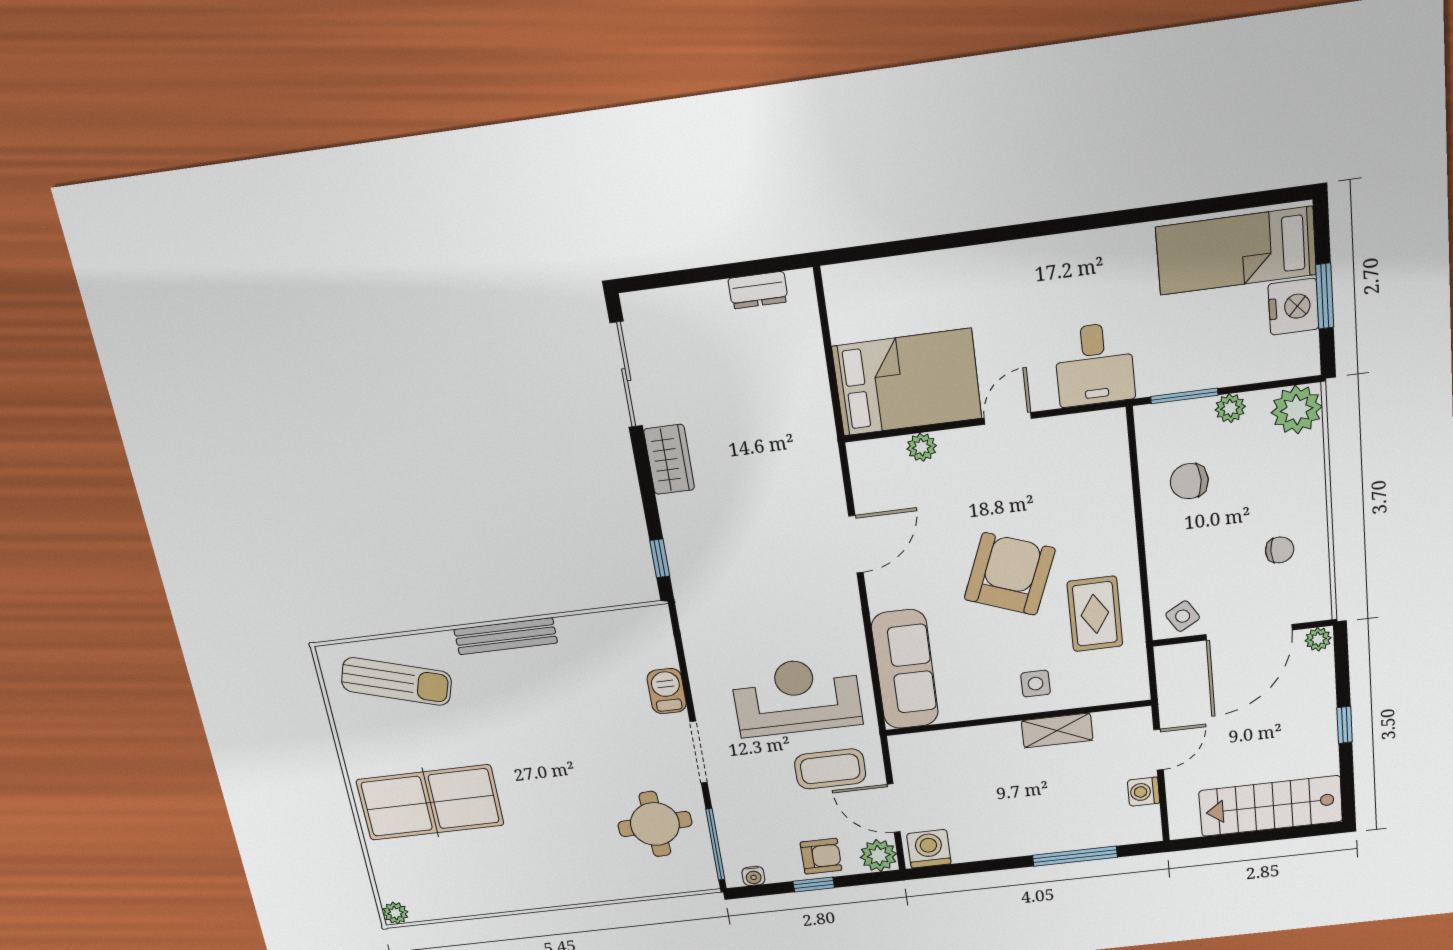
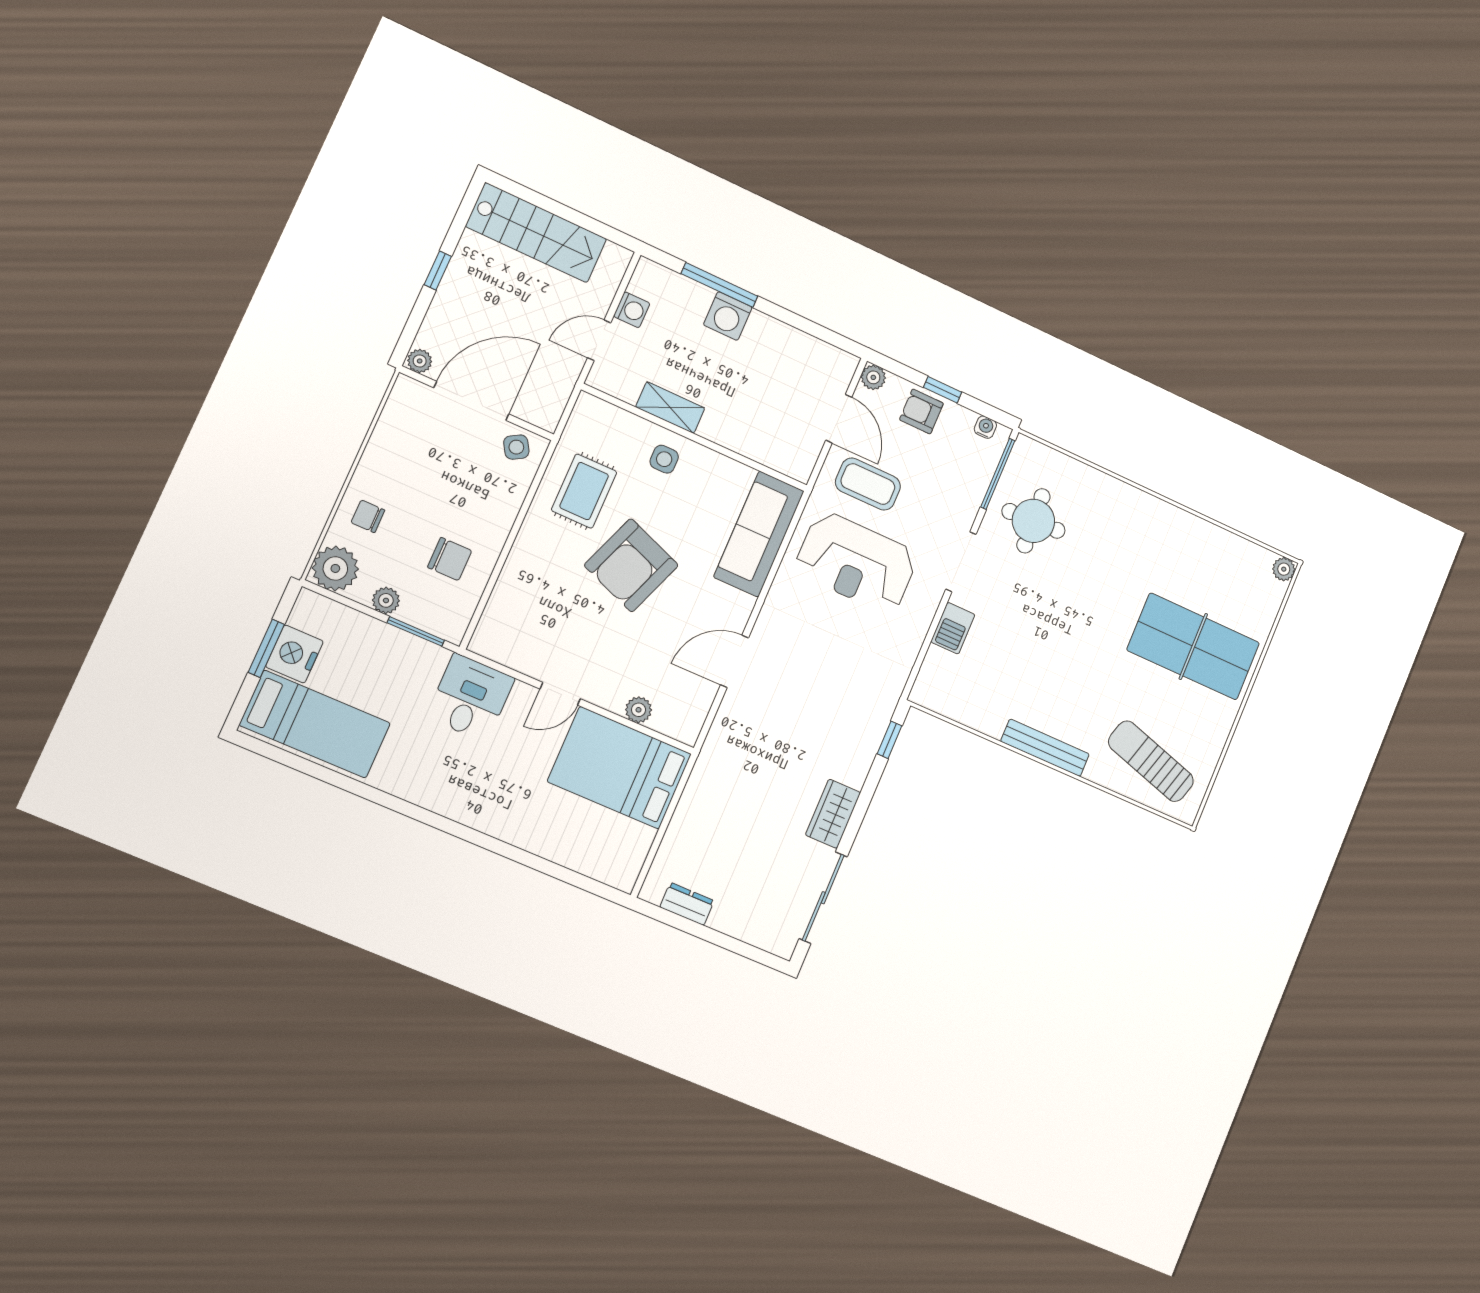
chair: (1280, 550) -> (368, 516), moved
washing machine: (929, 849) -> (728, 316), moved
plant: (879, 856) -> (873, 377), width x0.73, depth x0.73

